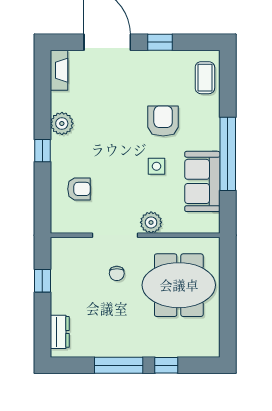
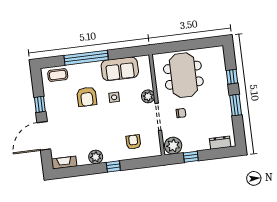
armchair: (163, 121) -> (87, 97), turned -90
window: (228, 154) -> (86, 58), moved
plant: (65, 254) -> (173, 146), added
window: (119, 365) -> (236, 105), width x0.69

